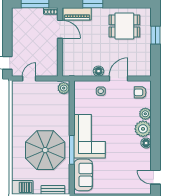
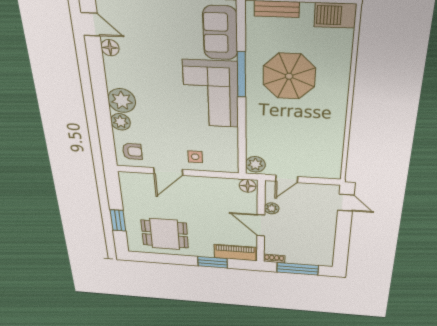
door: (60, 29) -> (261, 225), moved
plant: (53, 54) -> (272, 208), added
floor lamp: (99, 71) -> (248, 186), moved
door: (29, 78) -> (287, 179), moved
floor lamp: (146, 143) -> (110, 48), moved
parasol: (45, 150) -> (289, 76), width x0.73, depth x0.73

